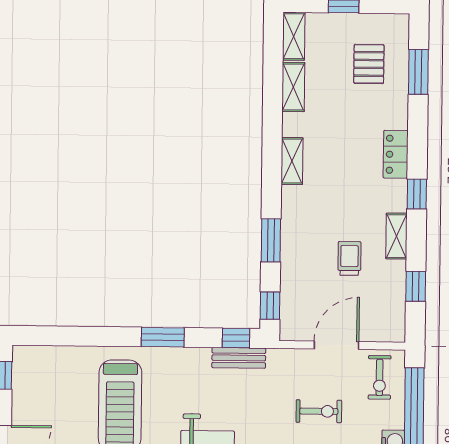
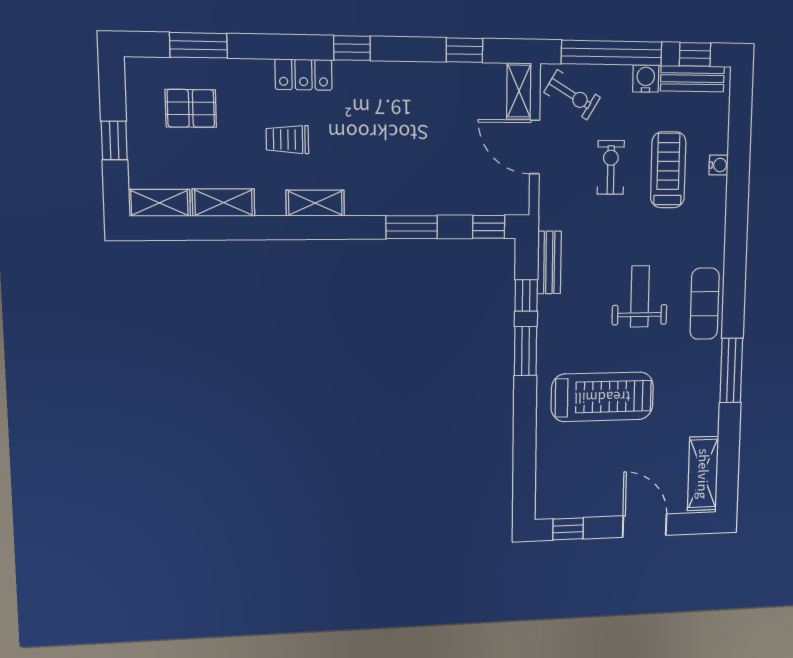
shelving: (396, 236) -> (519, 91), moved, turned 90
trolley: (349, 258) -> (287, 139), moved
window: (236, 338) -> (526, 295), moved
exercise bike: (380, 377) -> (572, 95), turned 31

